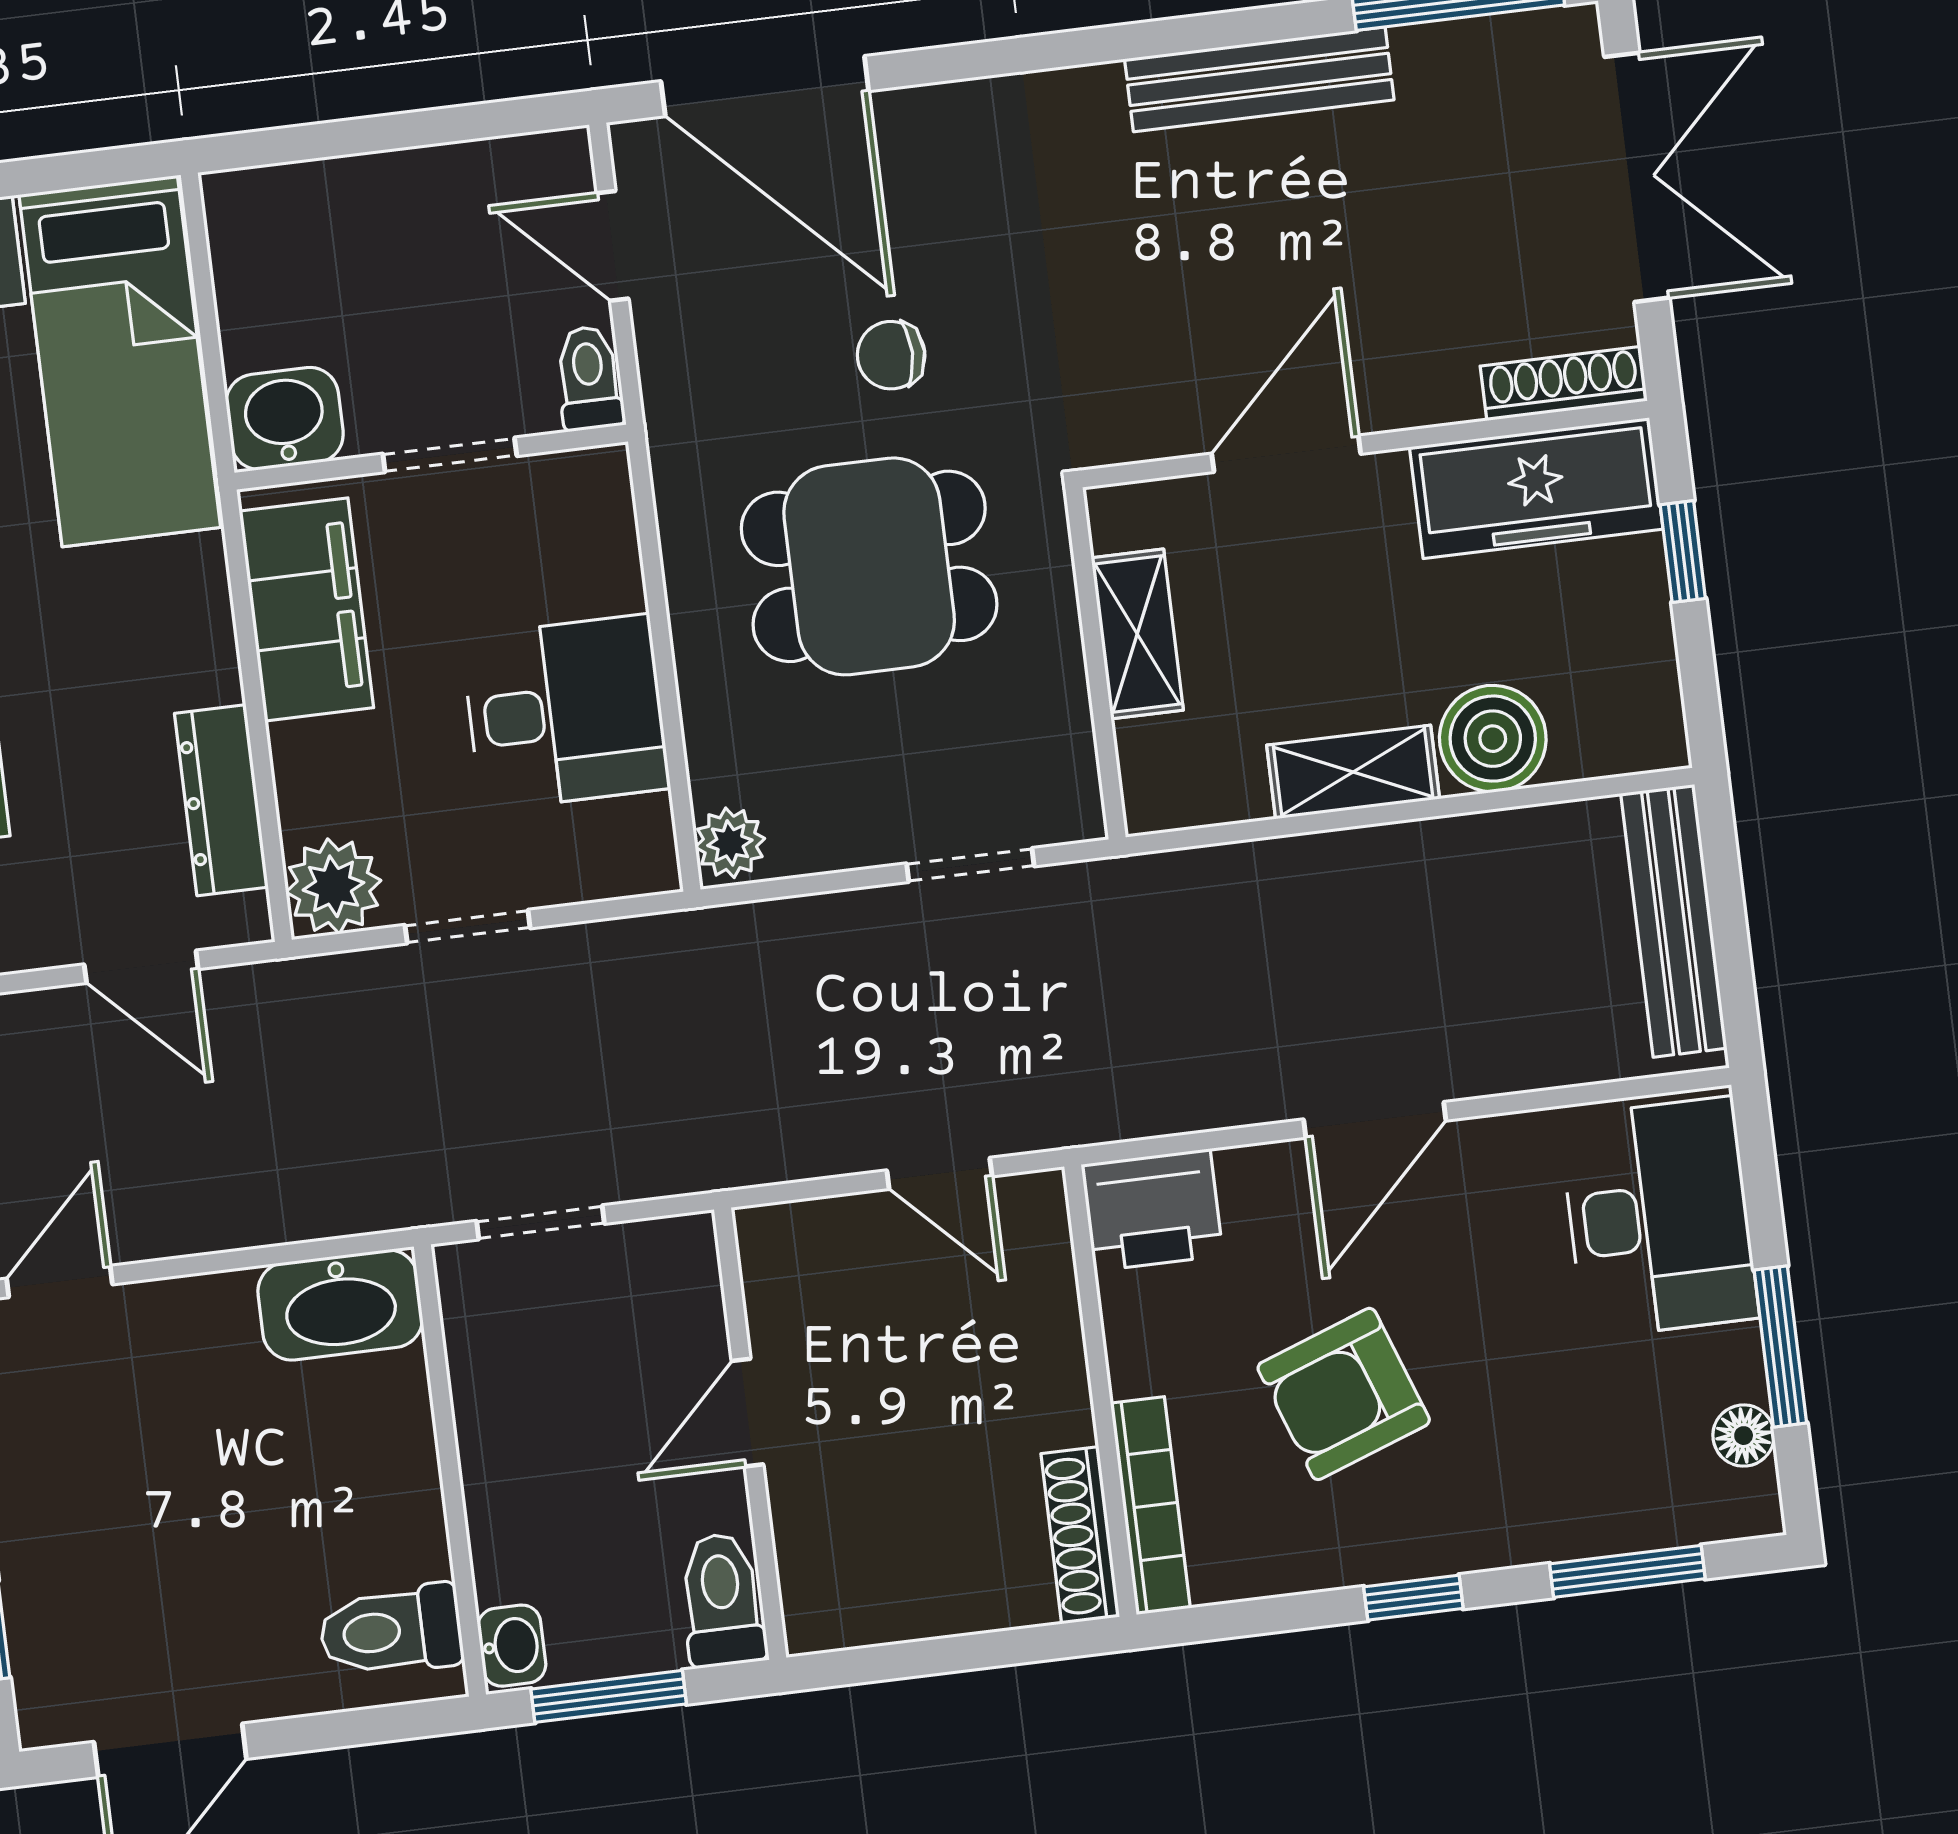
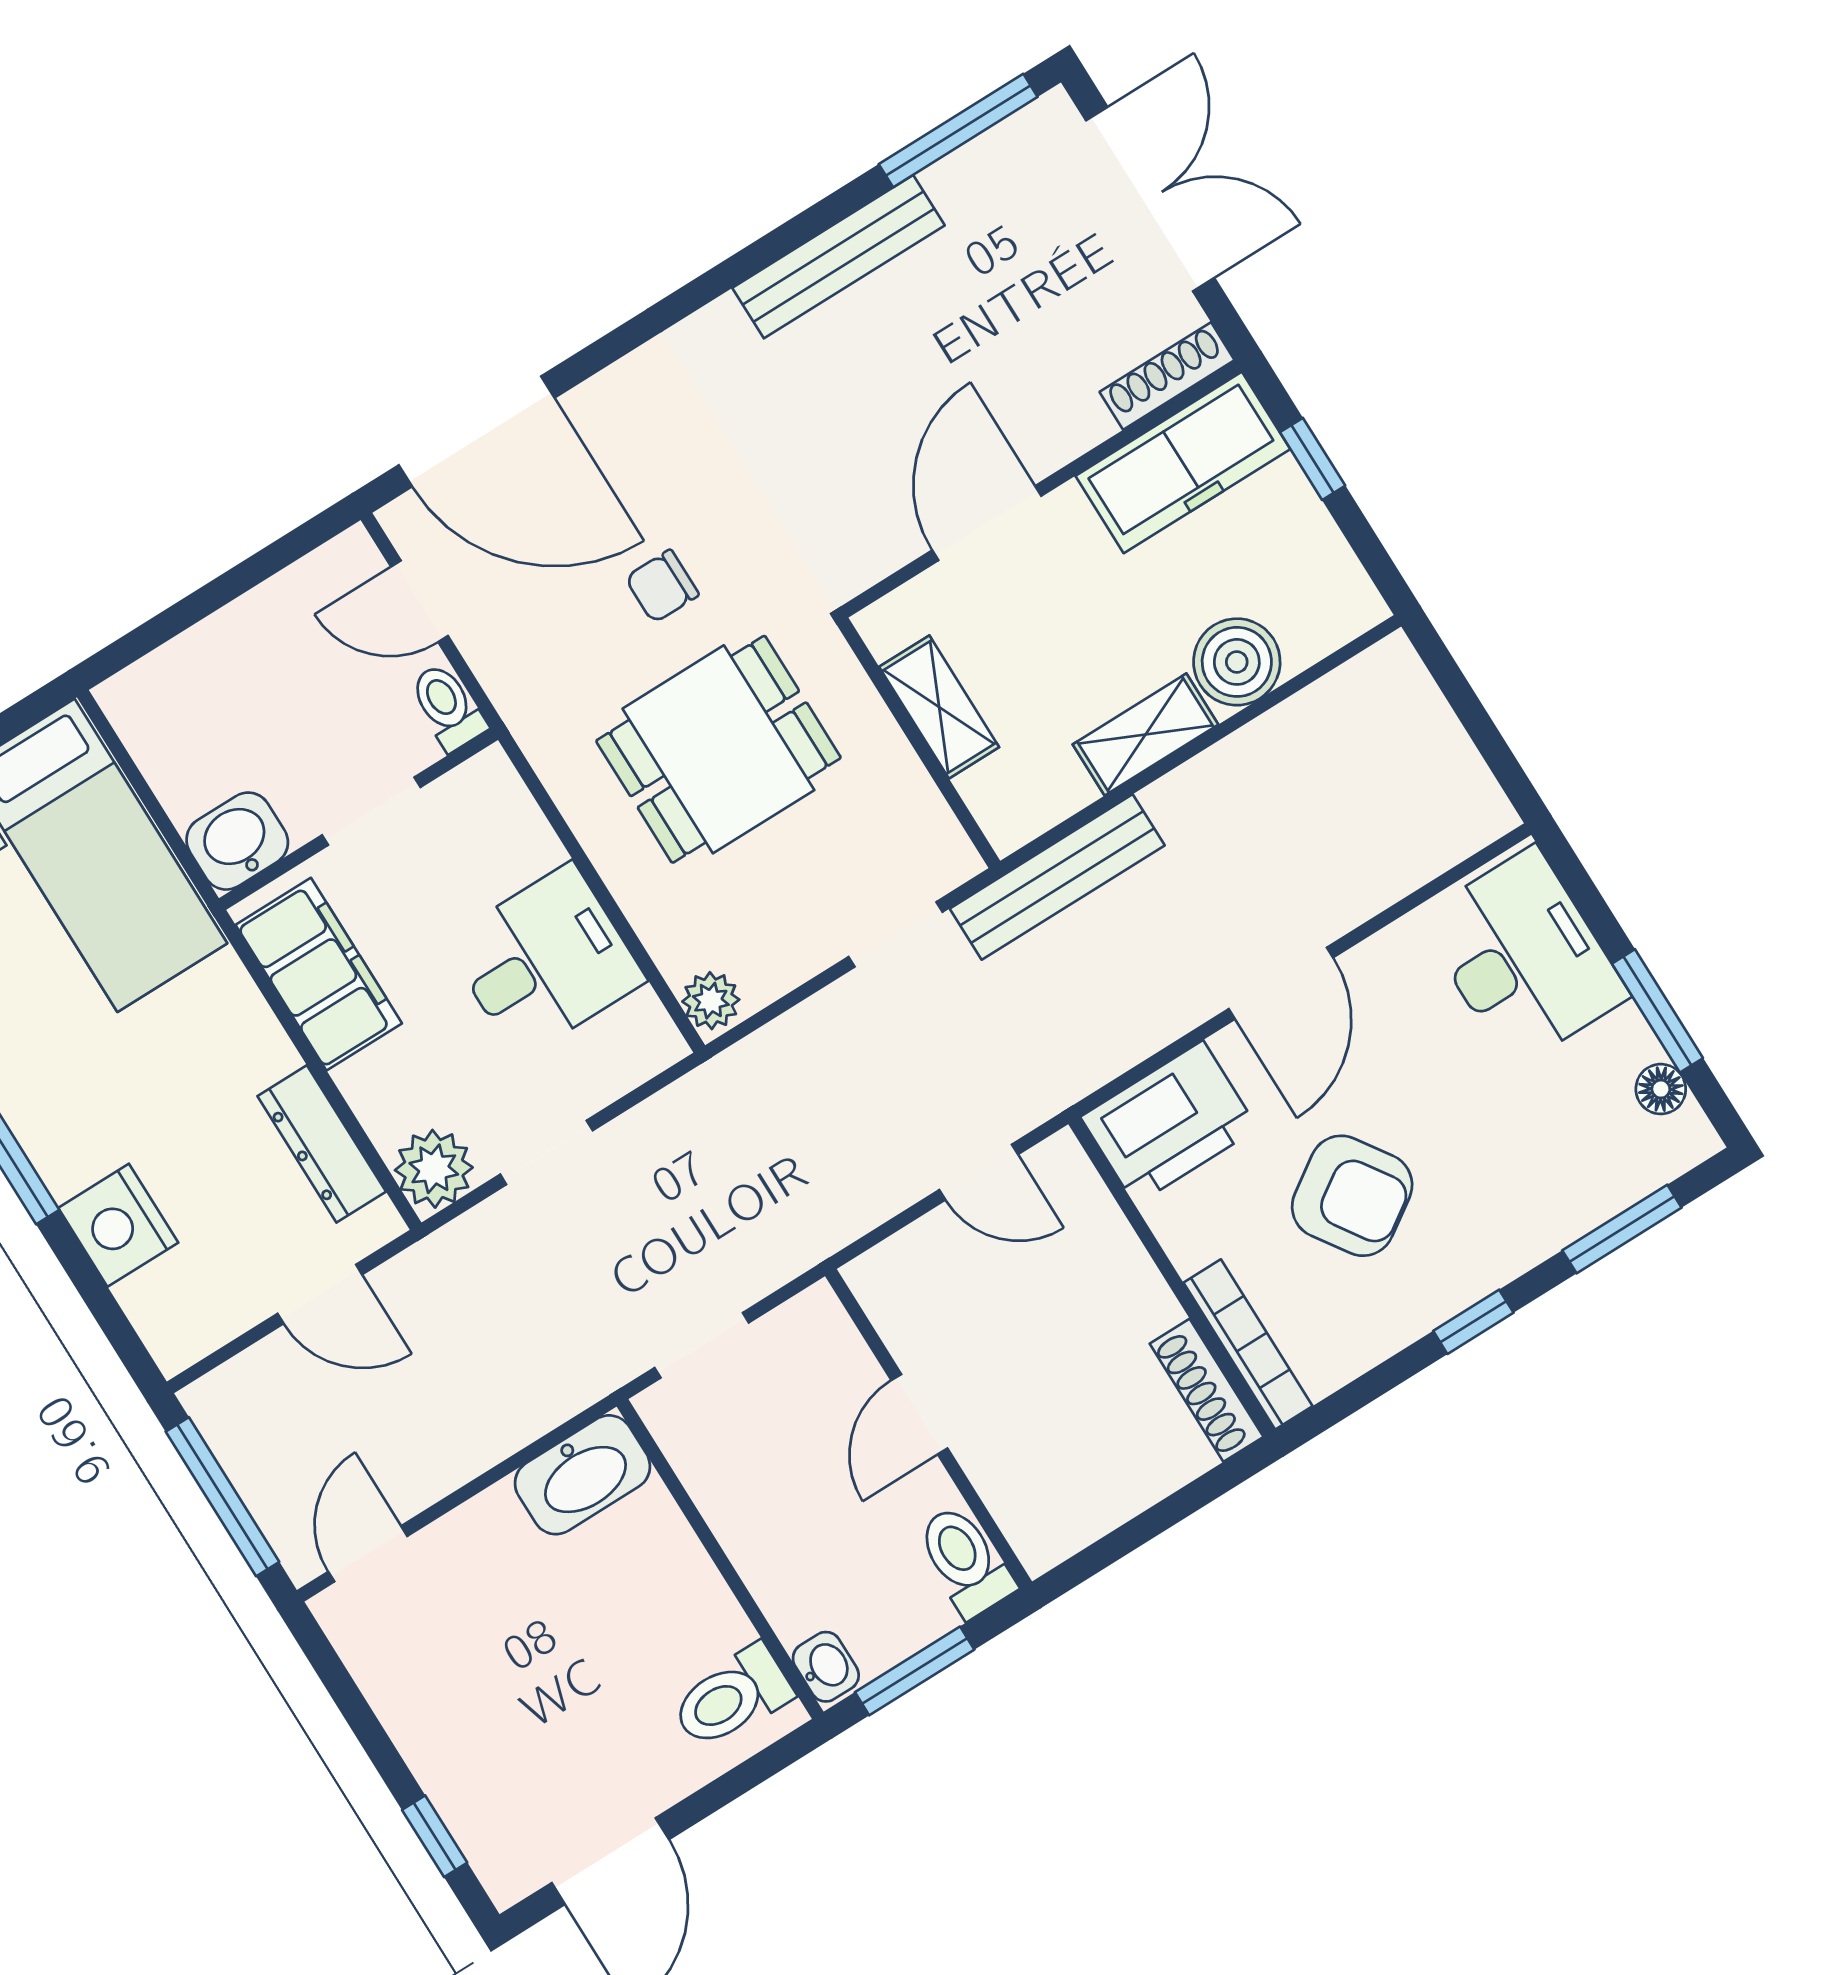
bench: (1674, 921) -> (1057, 877), moved, turned 90
printer: (1152, 1210) -> (1169, 1123), width x1.37, depth x1.19
armchair: (1344, 1394) -> (1352, 1196), turned -104

